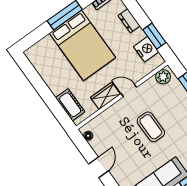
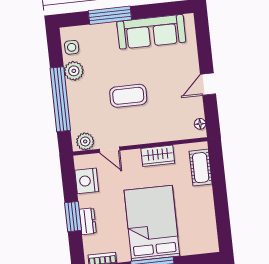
window: (154, 36) -> (73, 217), moved
door: (129, 90) -> (110, 150), moved
coffee table: (151, 127) -> (128, 96), turned 90

